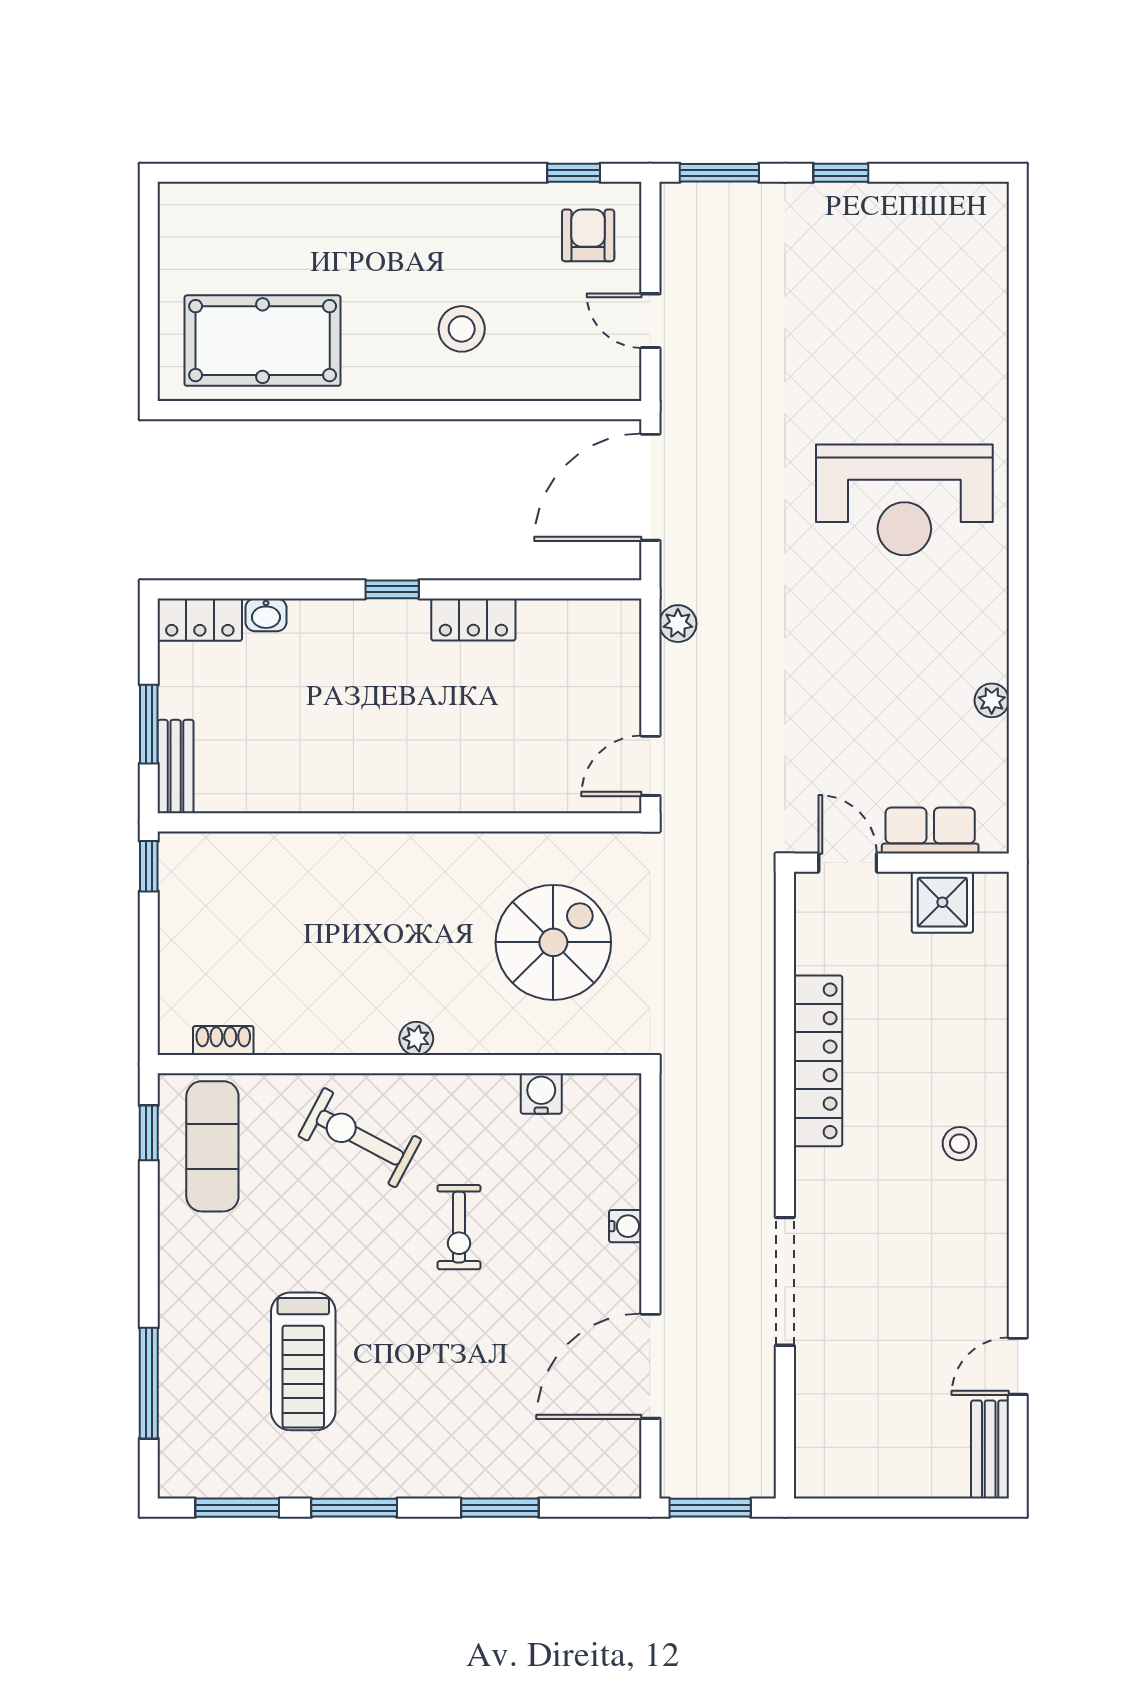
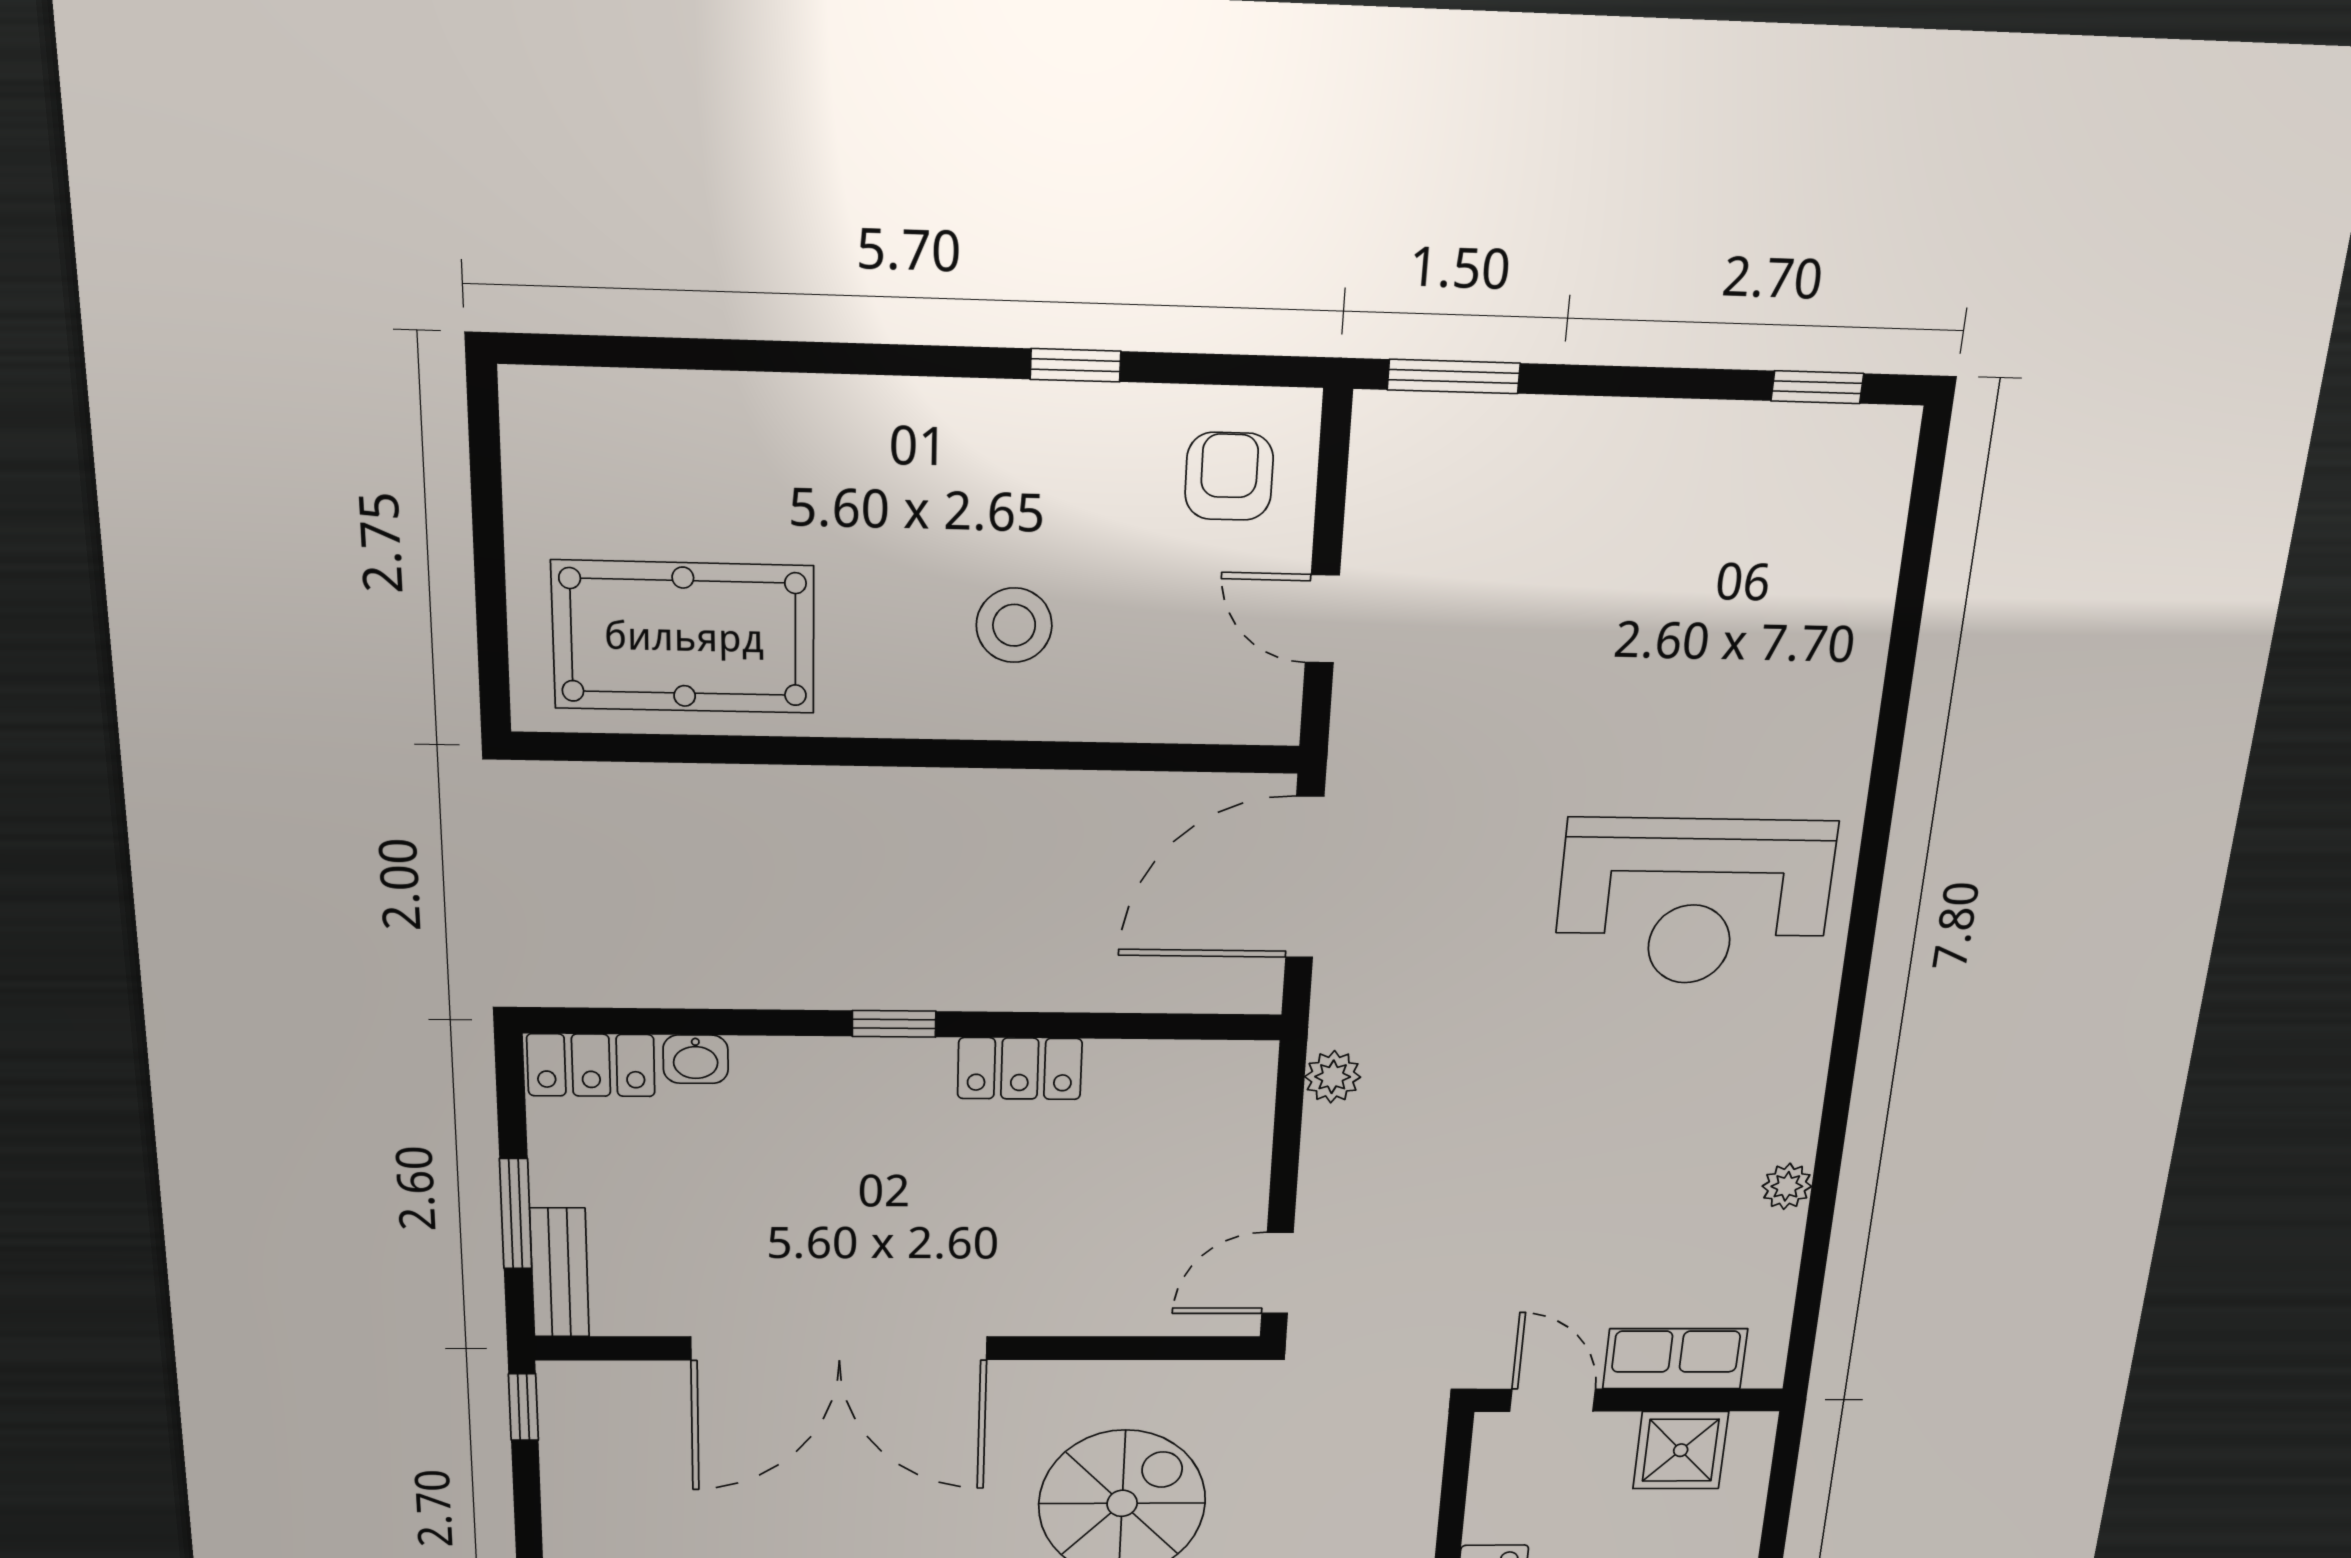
window: (574, 173) -> (1076, 365), moved
window: (841, 173) -> (1817, 387), moved
double door: (359, 822) -> (839, 1348), added

